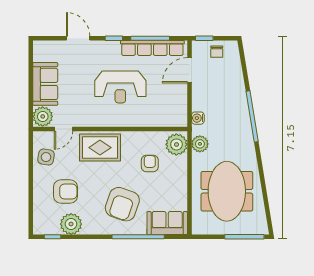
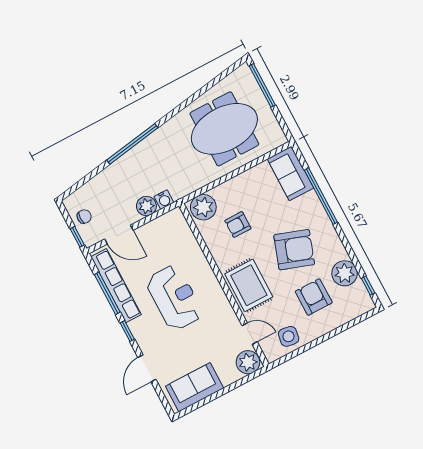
sofa: (45, 84) -> (195, 387), moved
plant: (200, 144) -> (146, 206), moved
armchair: (122, 204) -> (294, 250), moved

